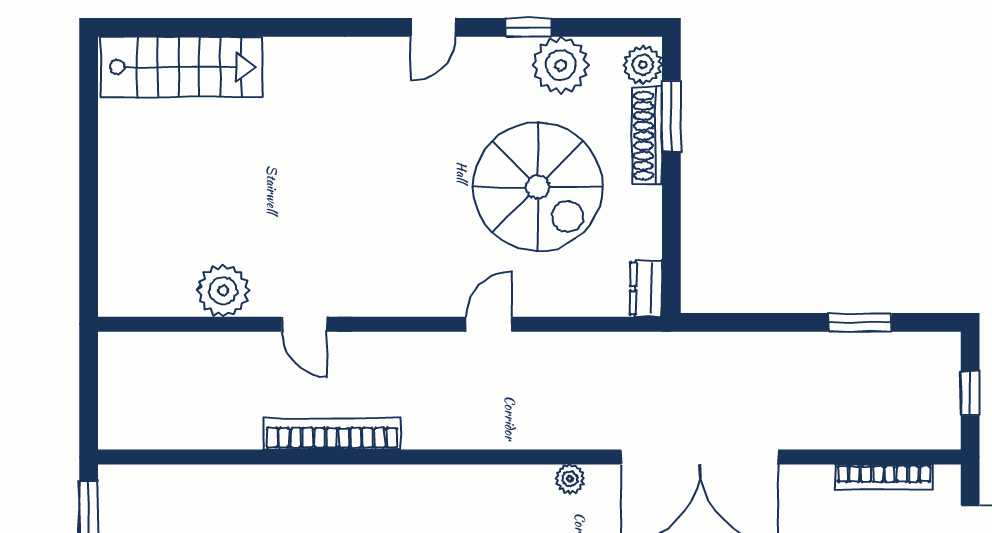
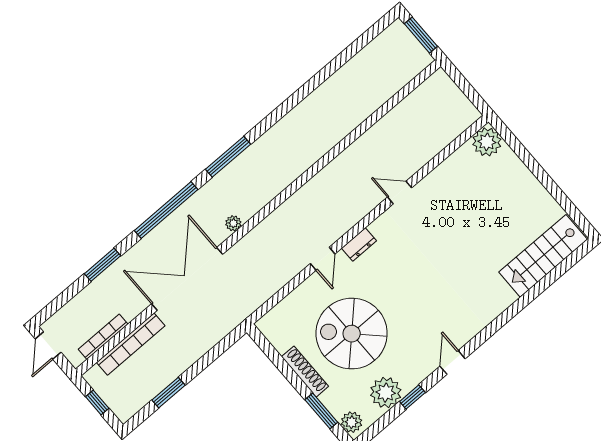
shoe rack: (647, 136) -> (305, 372), moved
dresser: (646, 288) -> (359, 244), moved, turned 90
plant: (223, 291) -> (487, 142), moved
bookcase: (332, 434) -> (131, 344), moved

